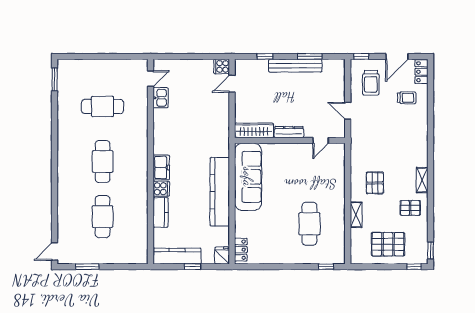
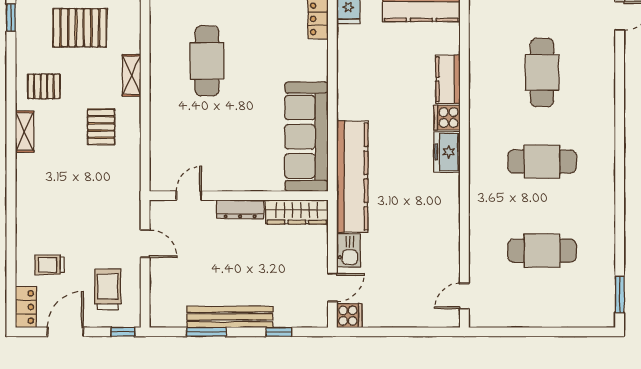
kitchen sink: (161, 98) -> (349, 251), moved, turned 180
cafe table: (103, 162) -> (542, 162), turned 90
kitchen counter: (220, 192) -> (352, 177), moved

